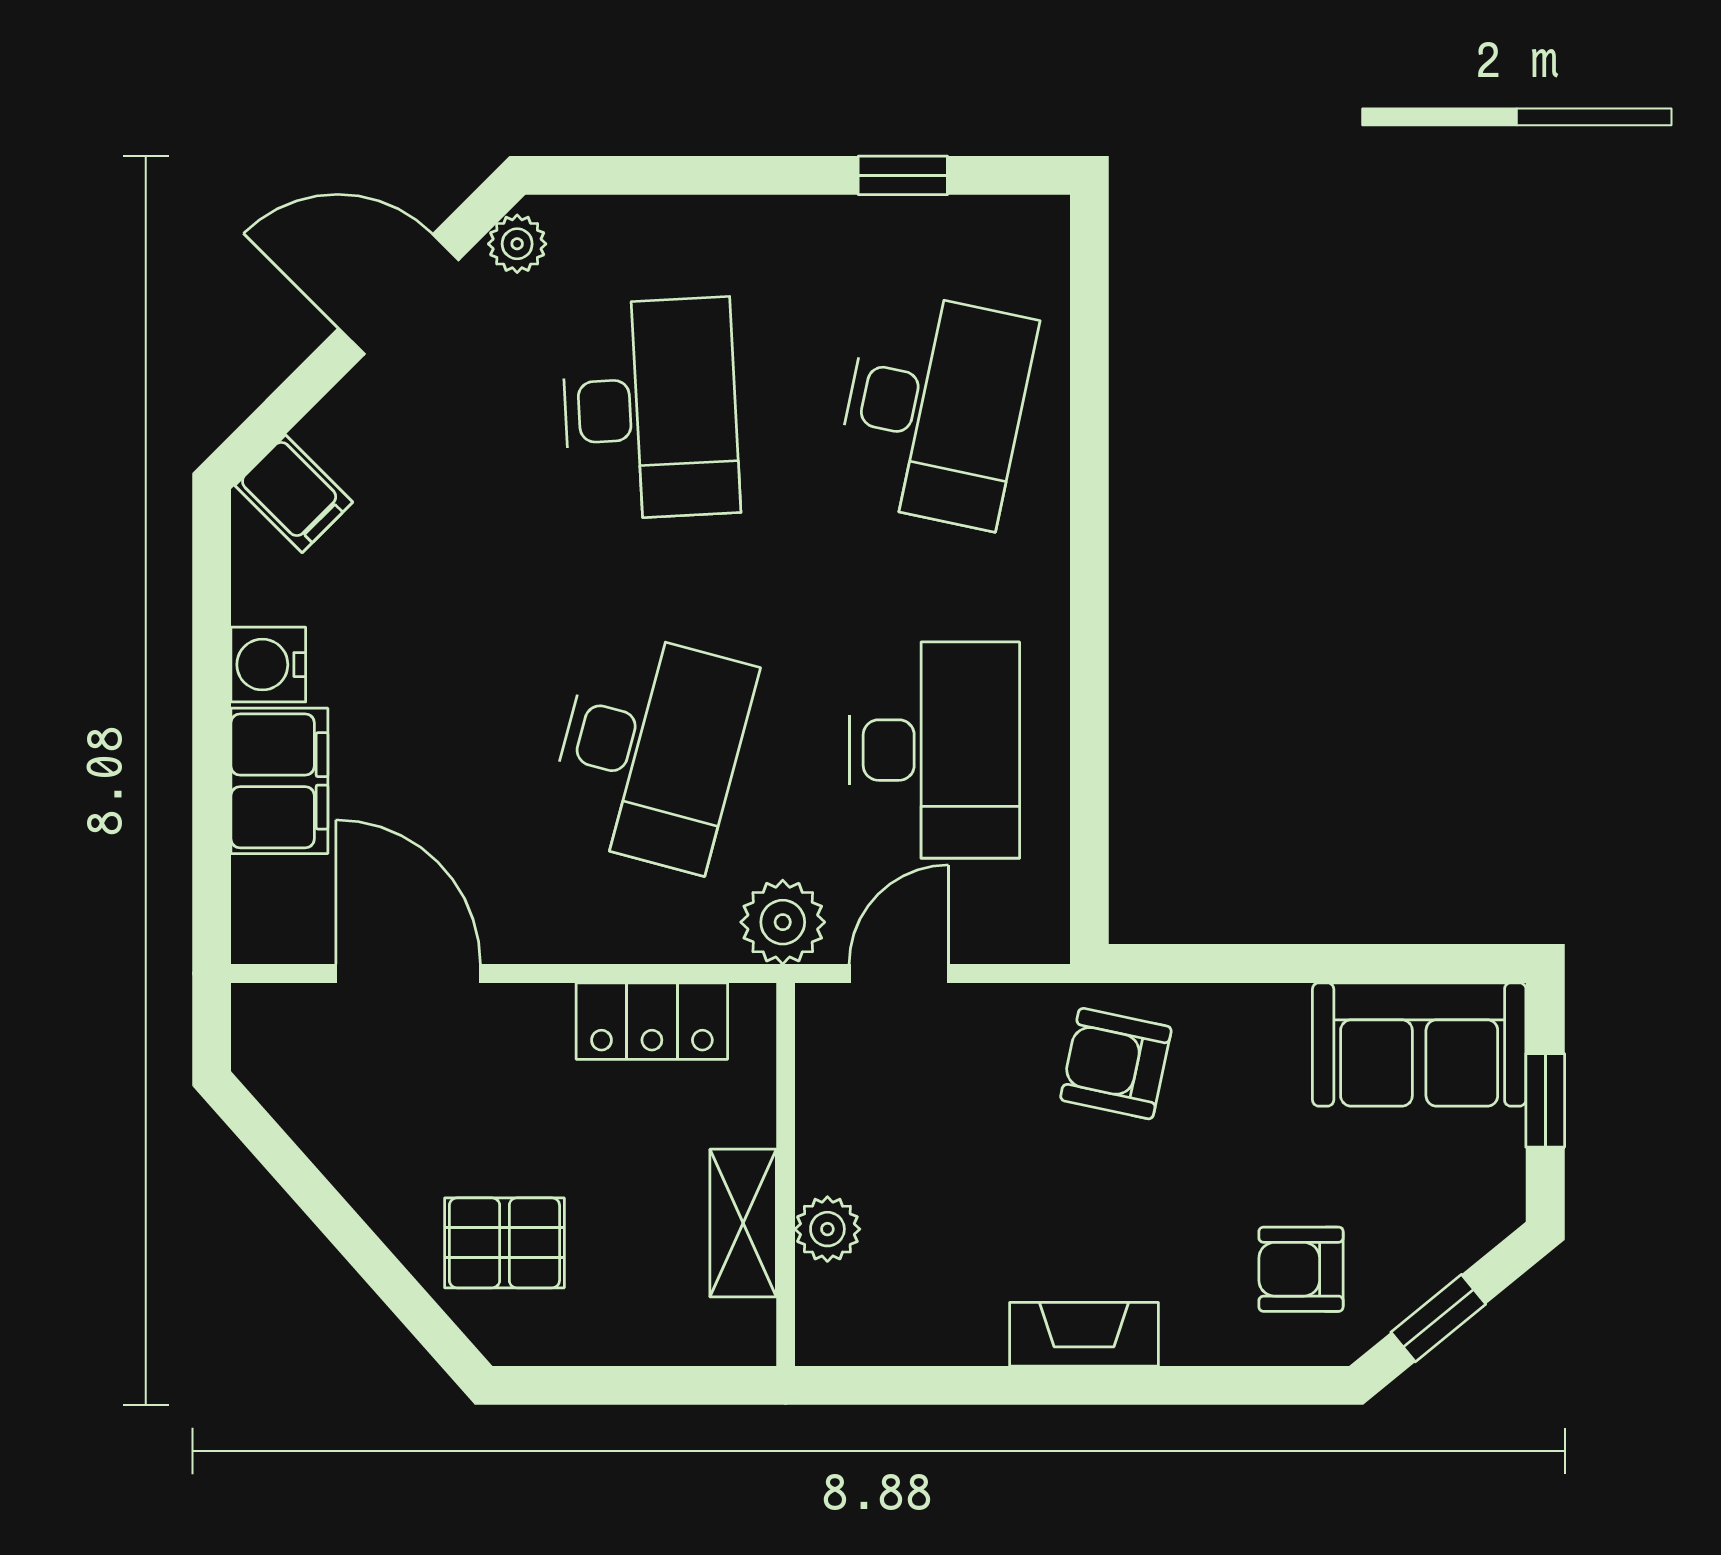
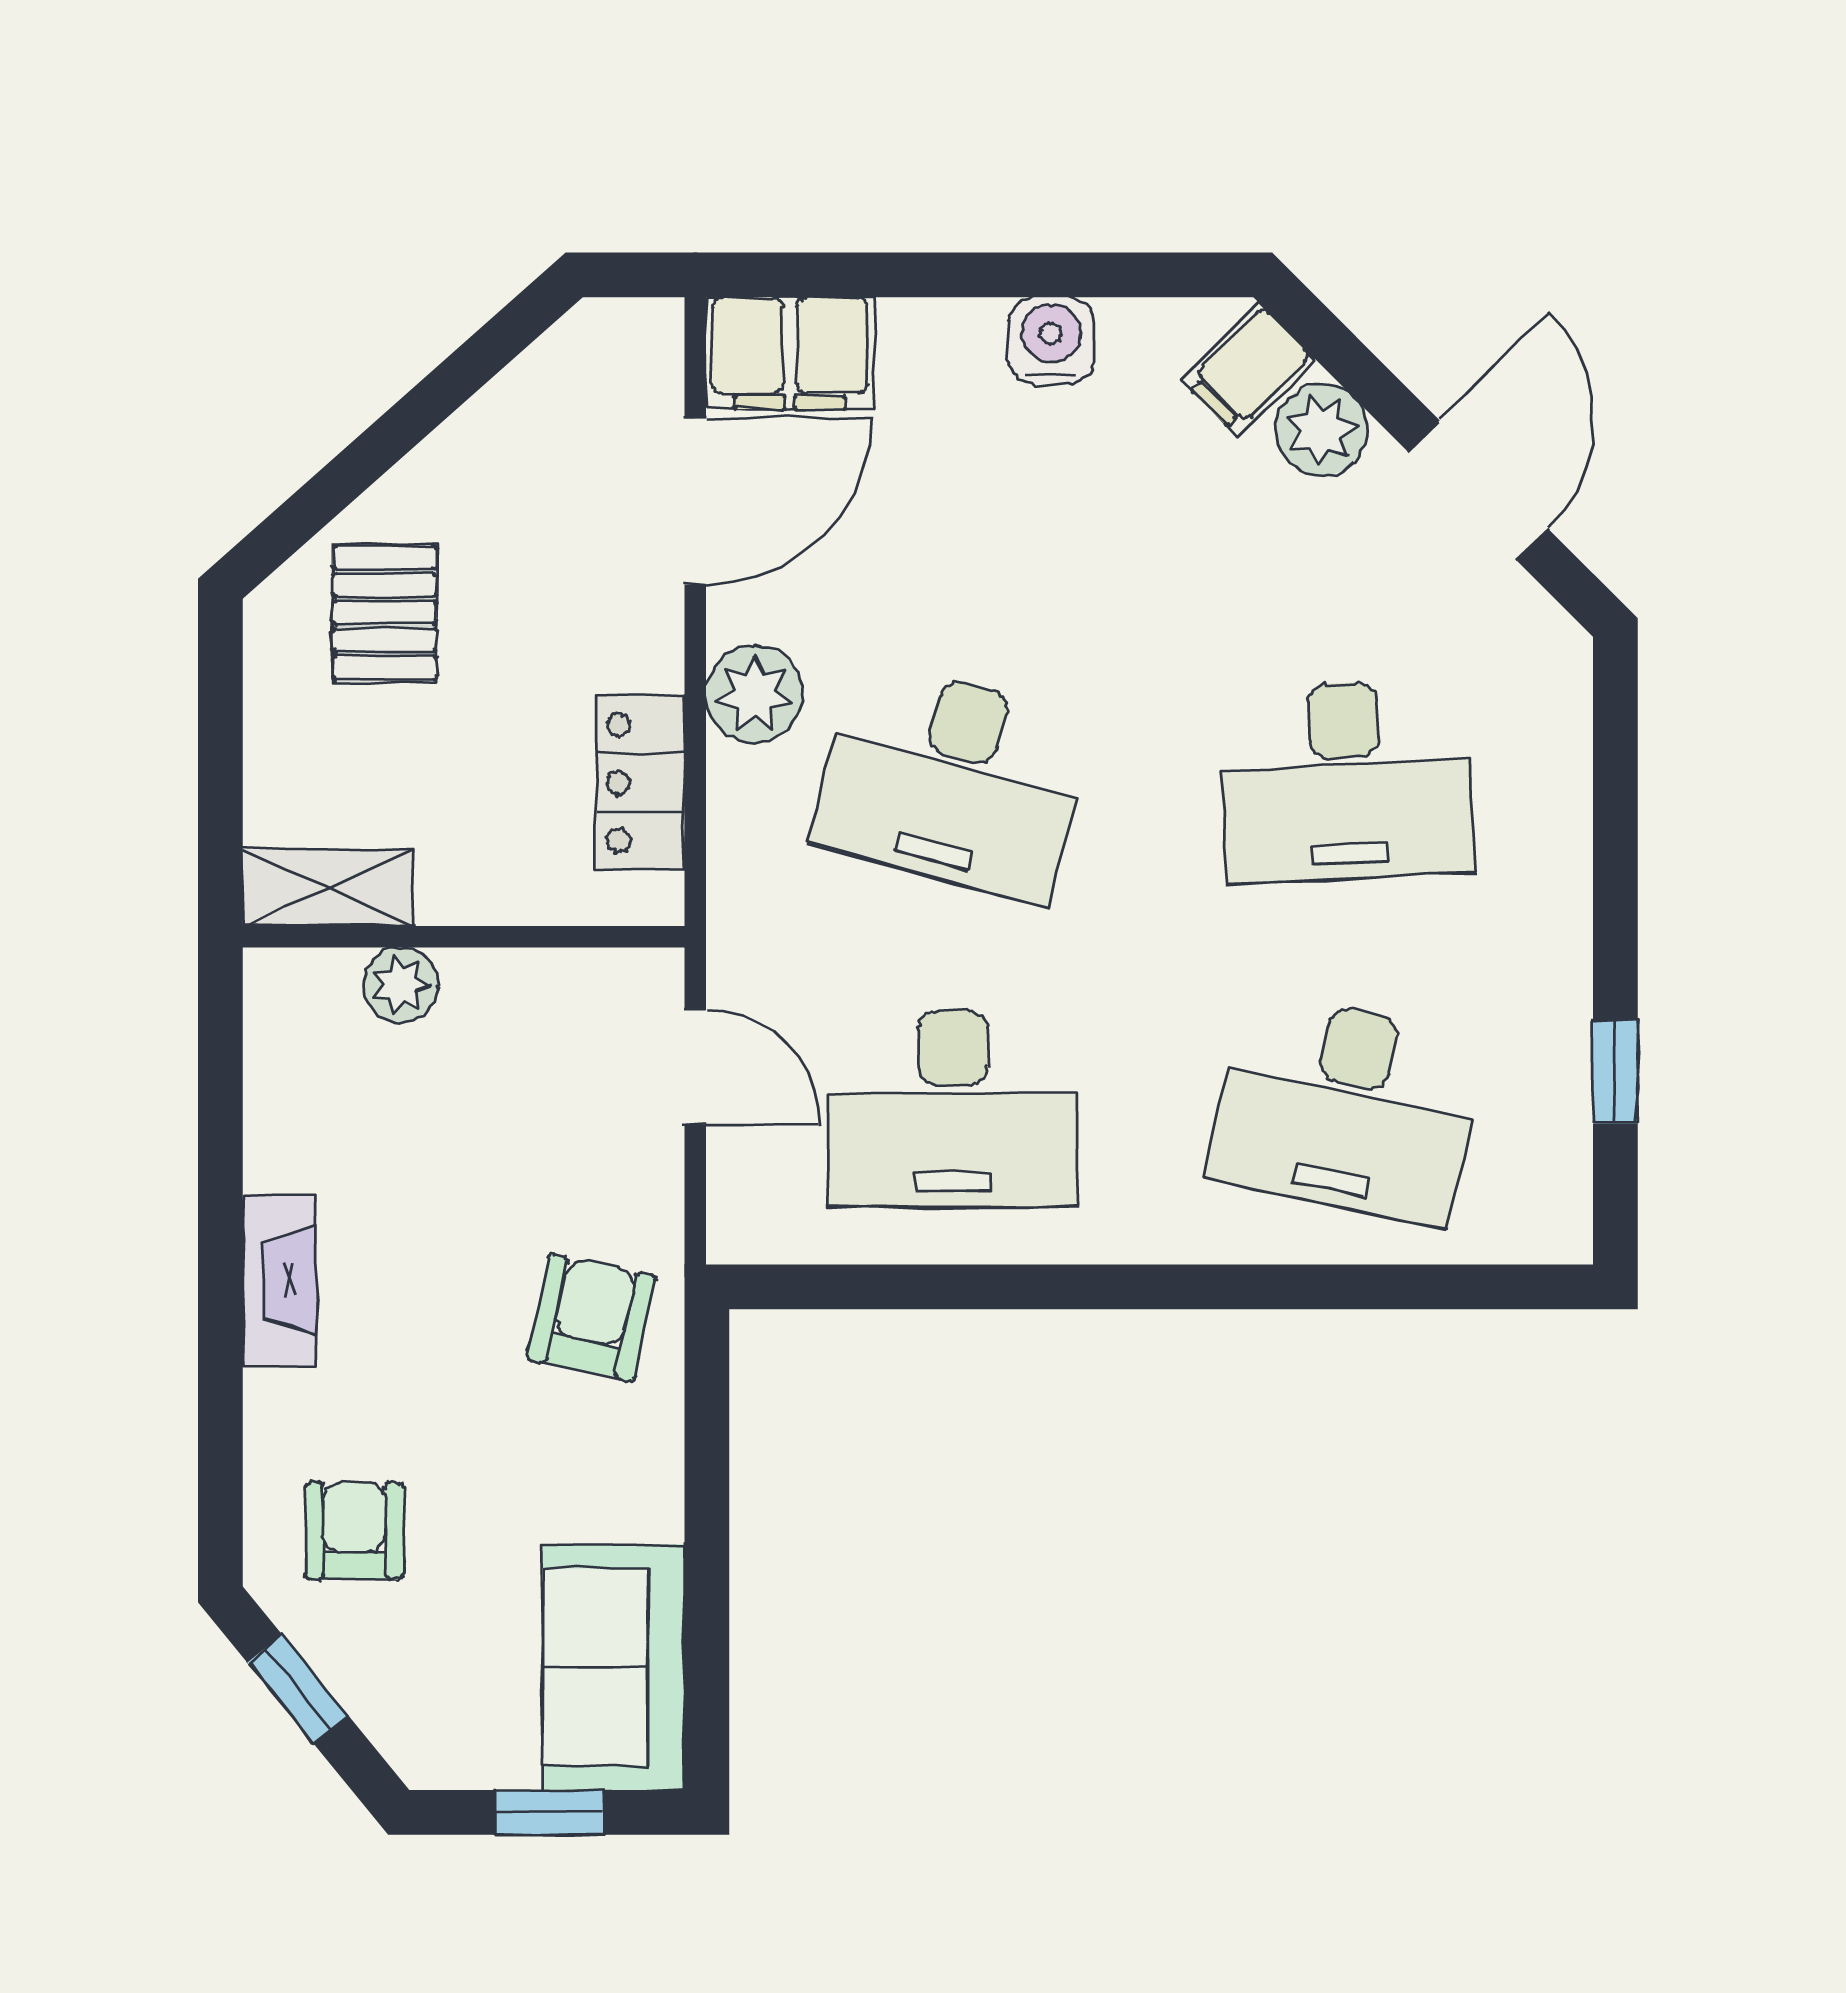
plant: (517, 244) -> (1321, 430), moved, width x1.38, depth x1.38
filing cabinet: (279, 781) -> (790, 353), moved
plant: (783, 922) -> (754, 694), moved
shelving: (743, 1223) -> (328, 888), moved

